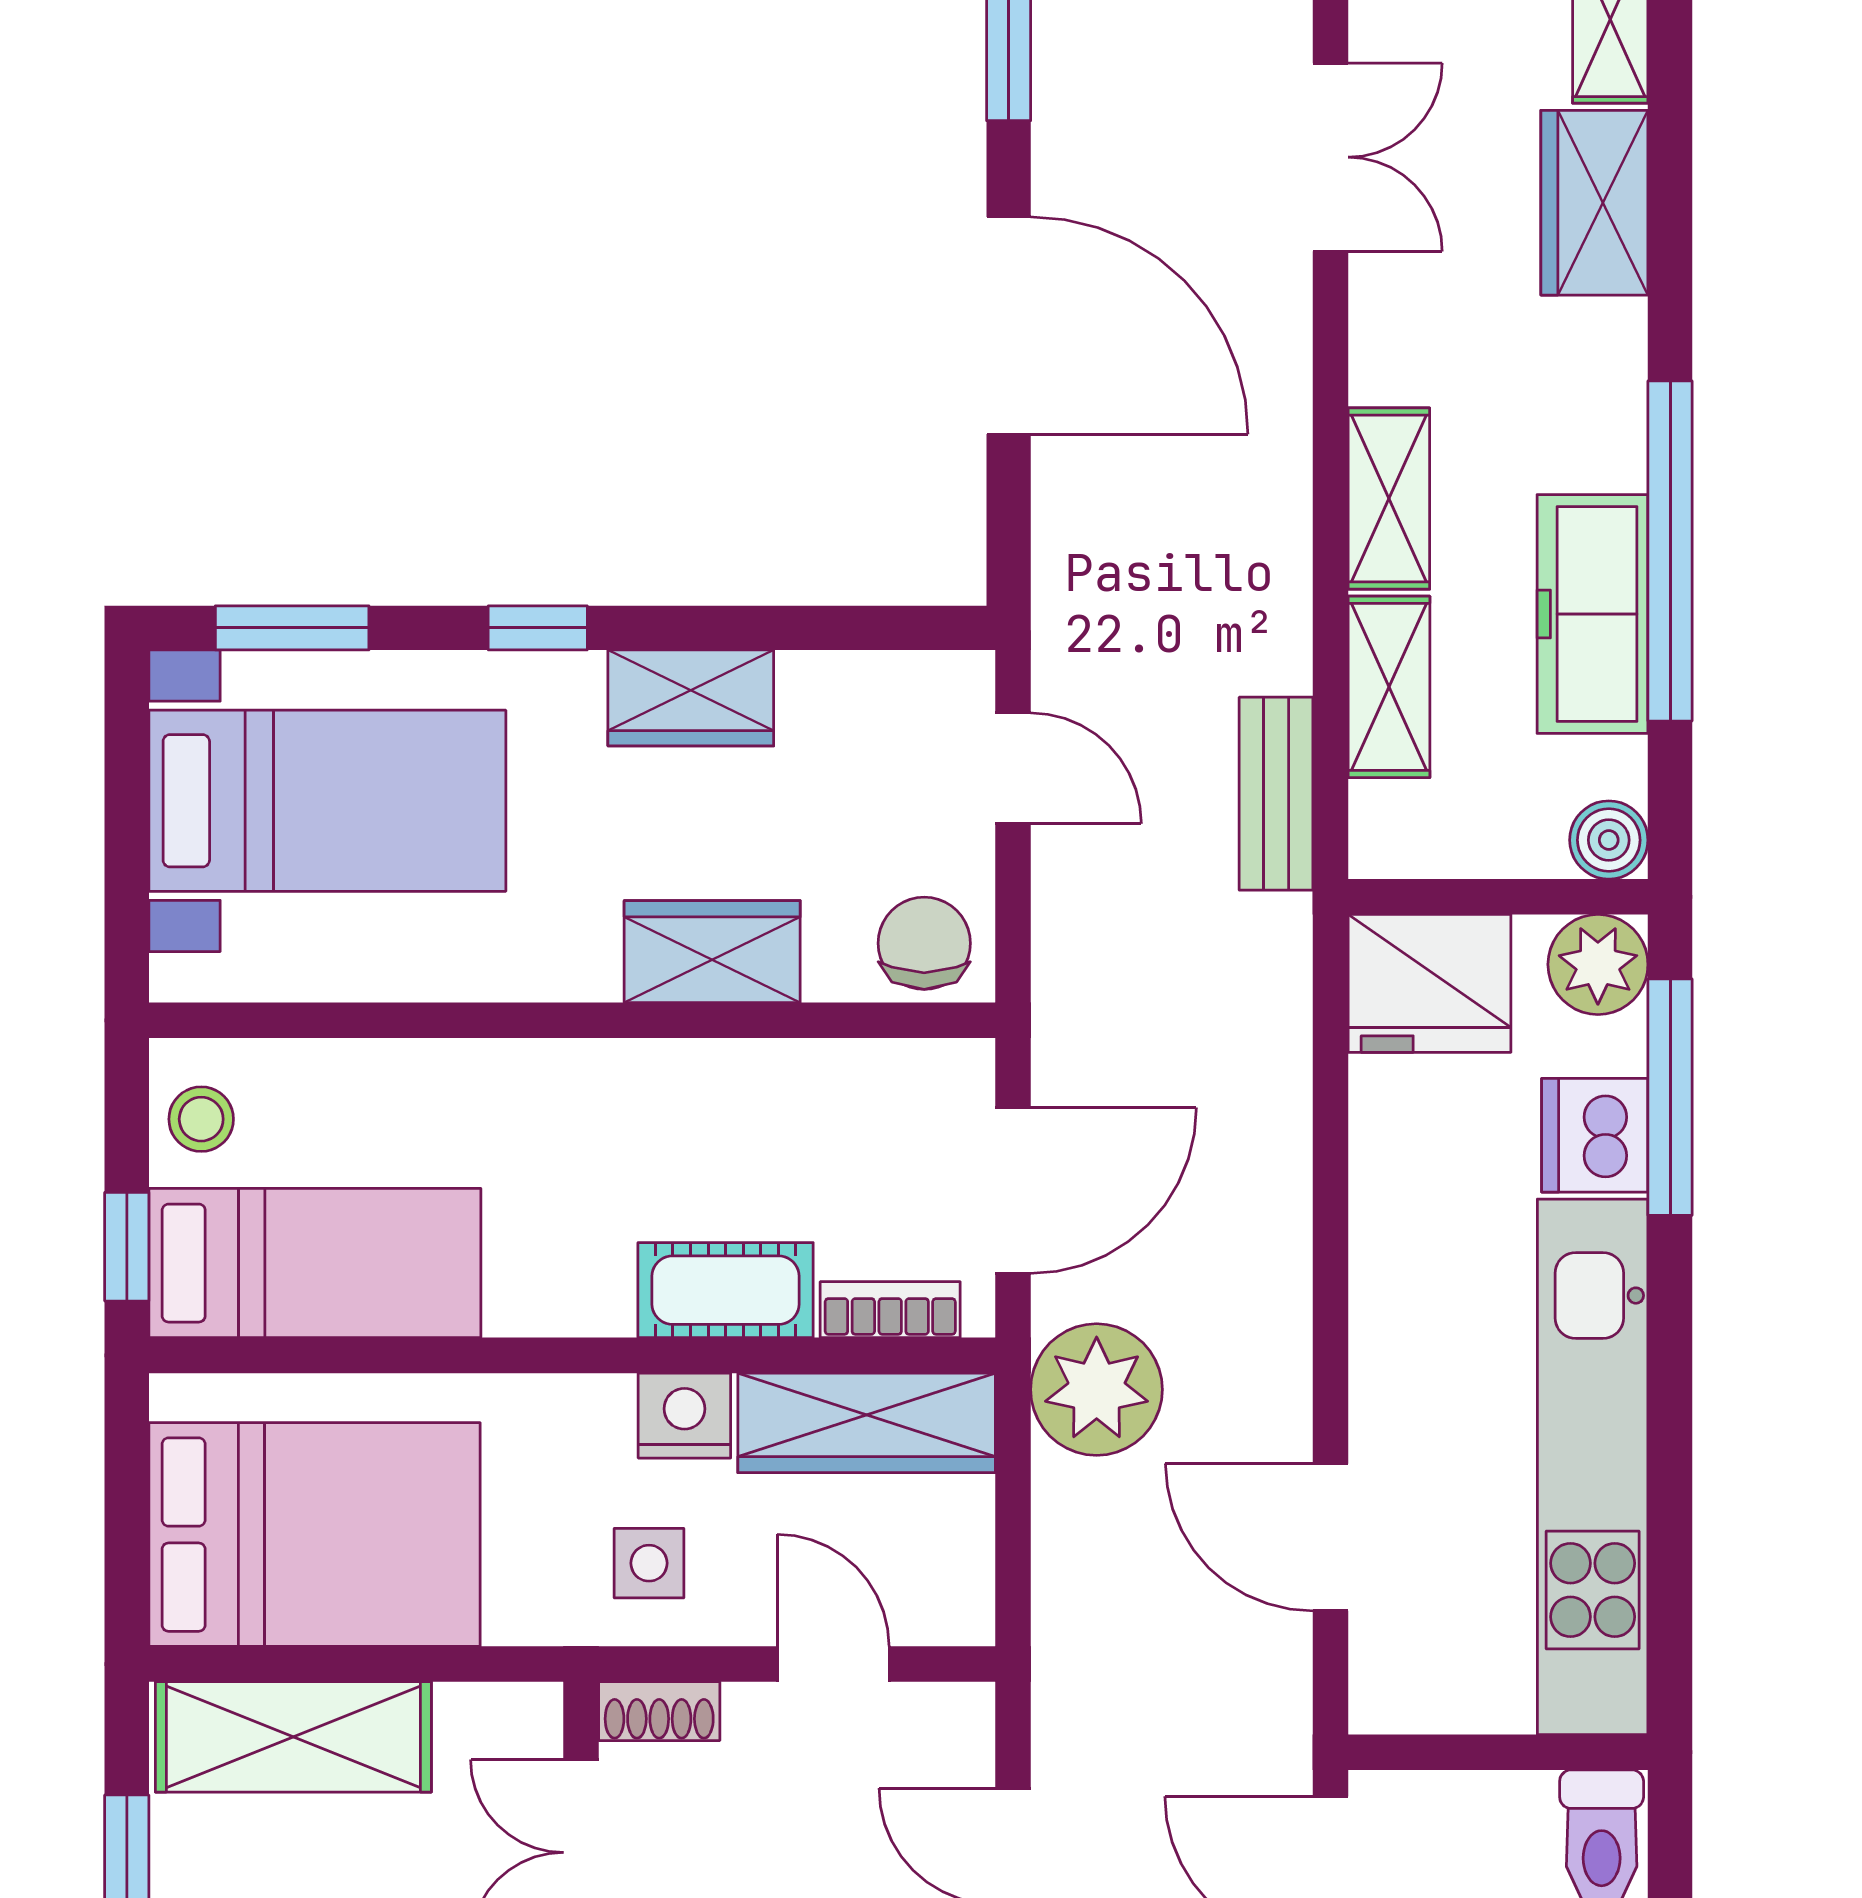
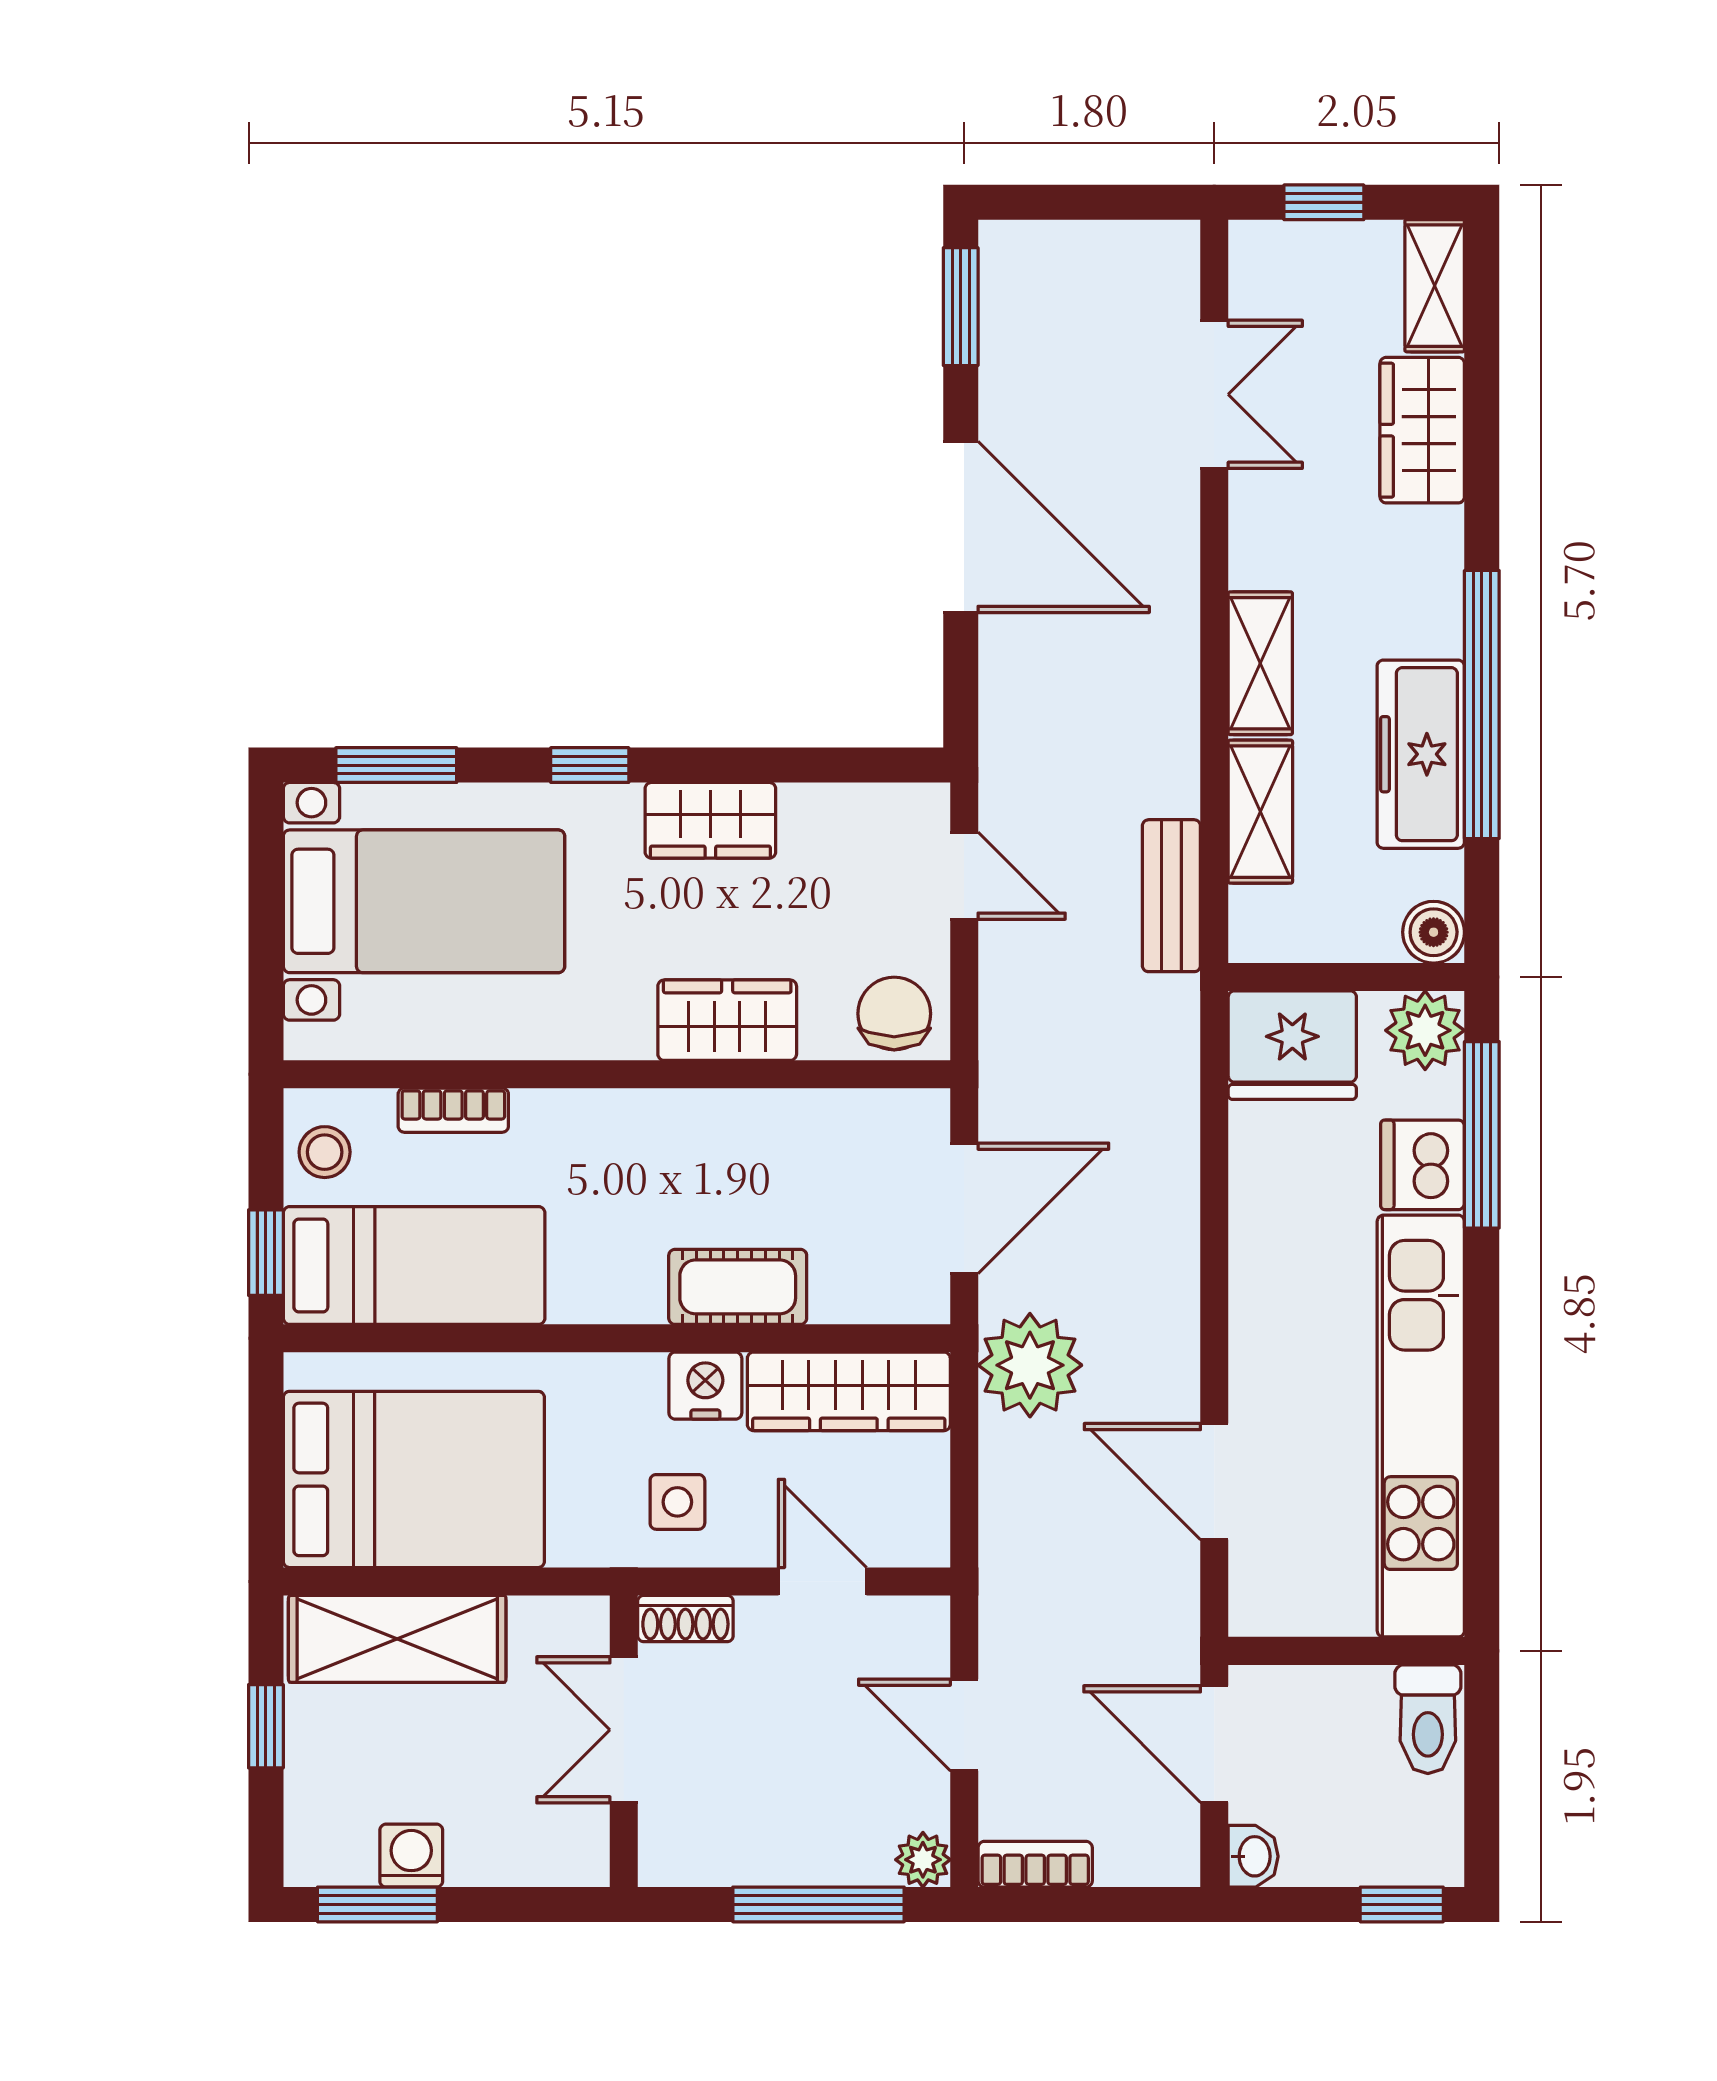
bookcase: (890, 1310) -> (453, 1110), moved, turned 180

